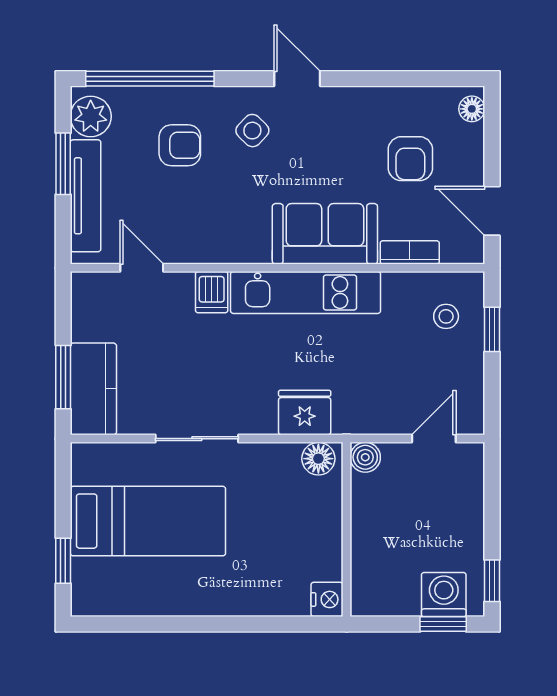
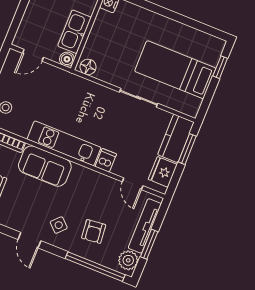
armchair: (180, 145) -> (94, 231), turned -96
fridge: (305, 413) -> (163, 172), moved, turned 90
kitchen sink: (372, 516) -> (75, 32), added

